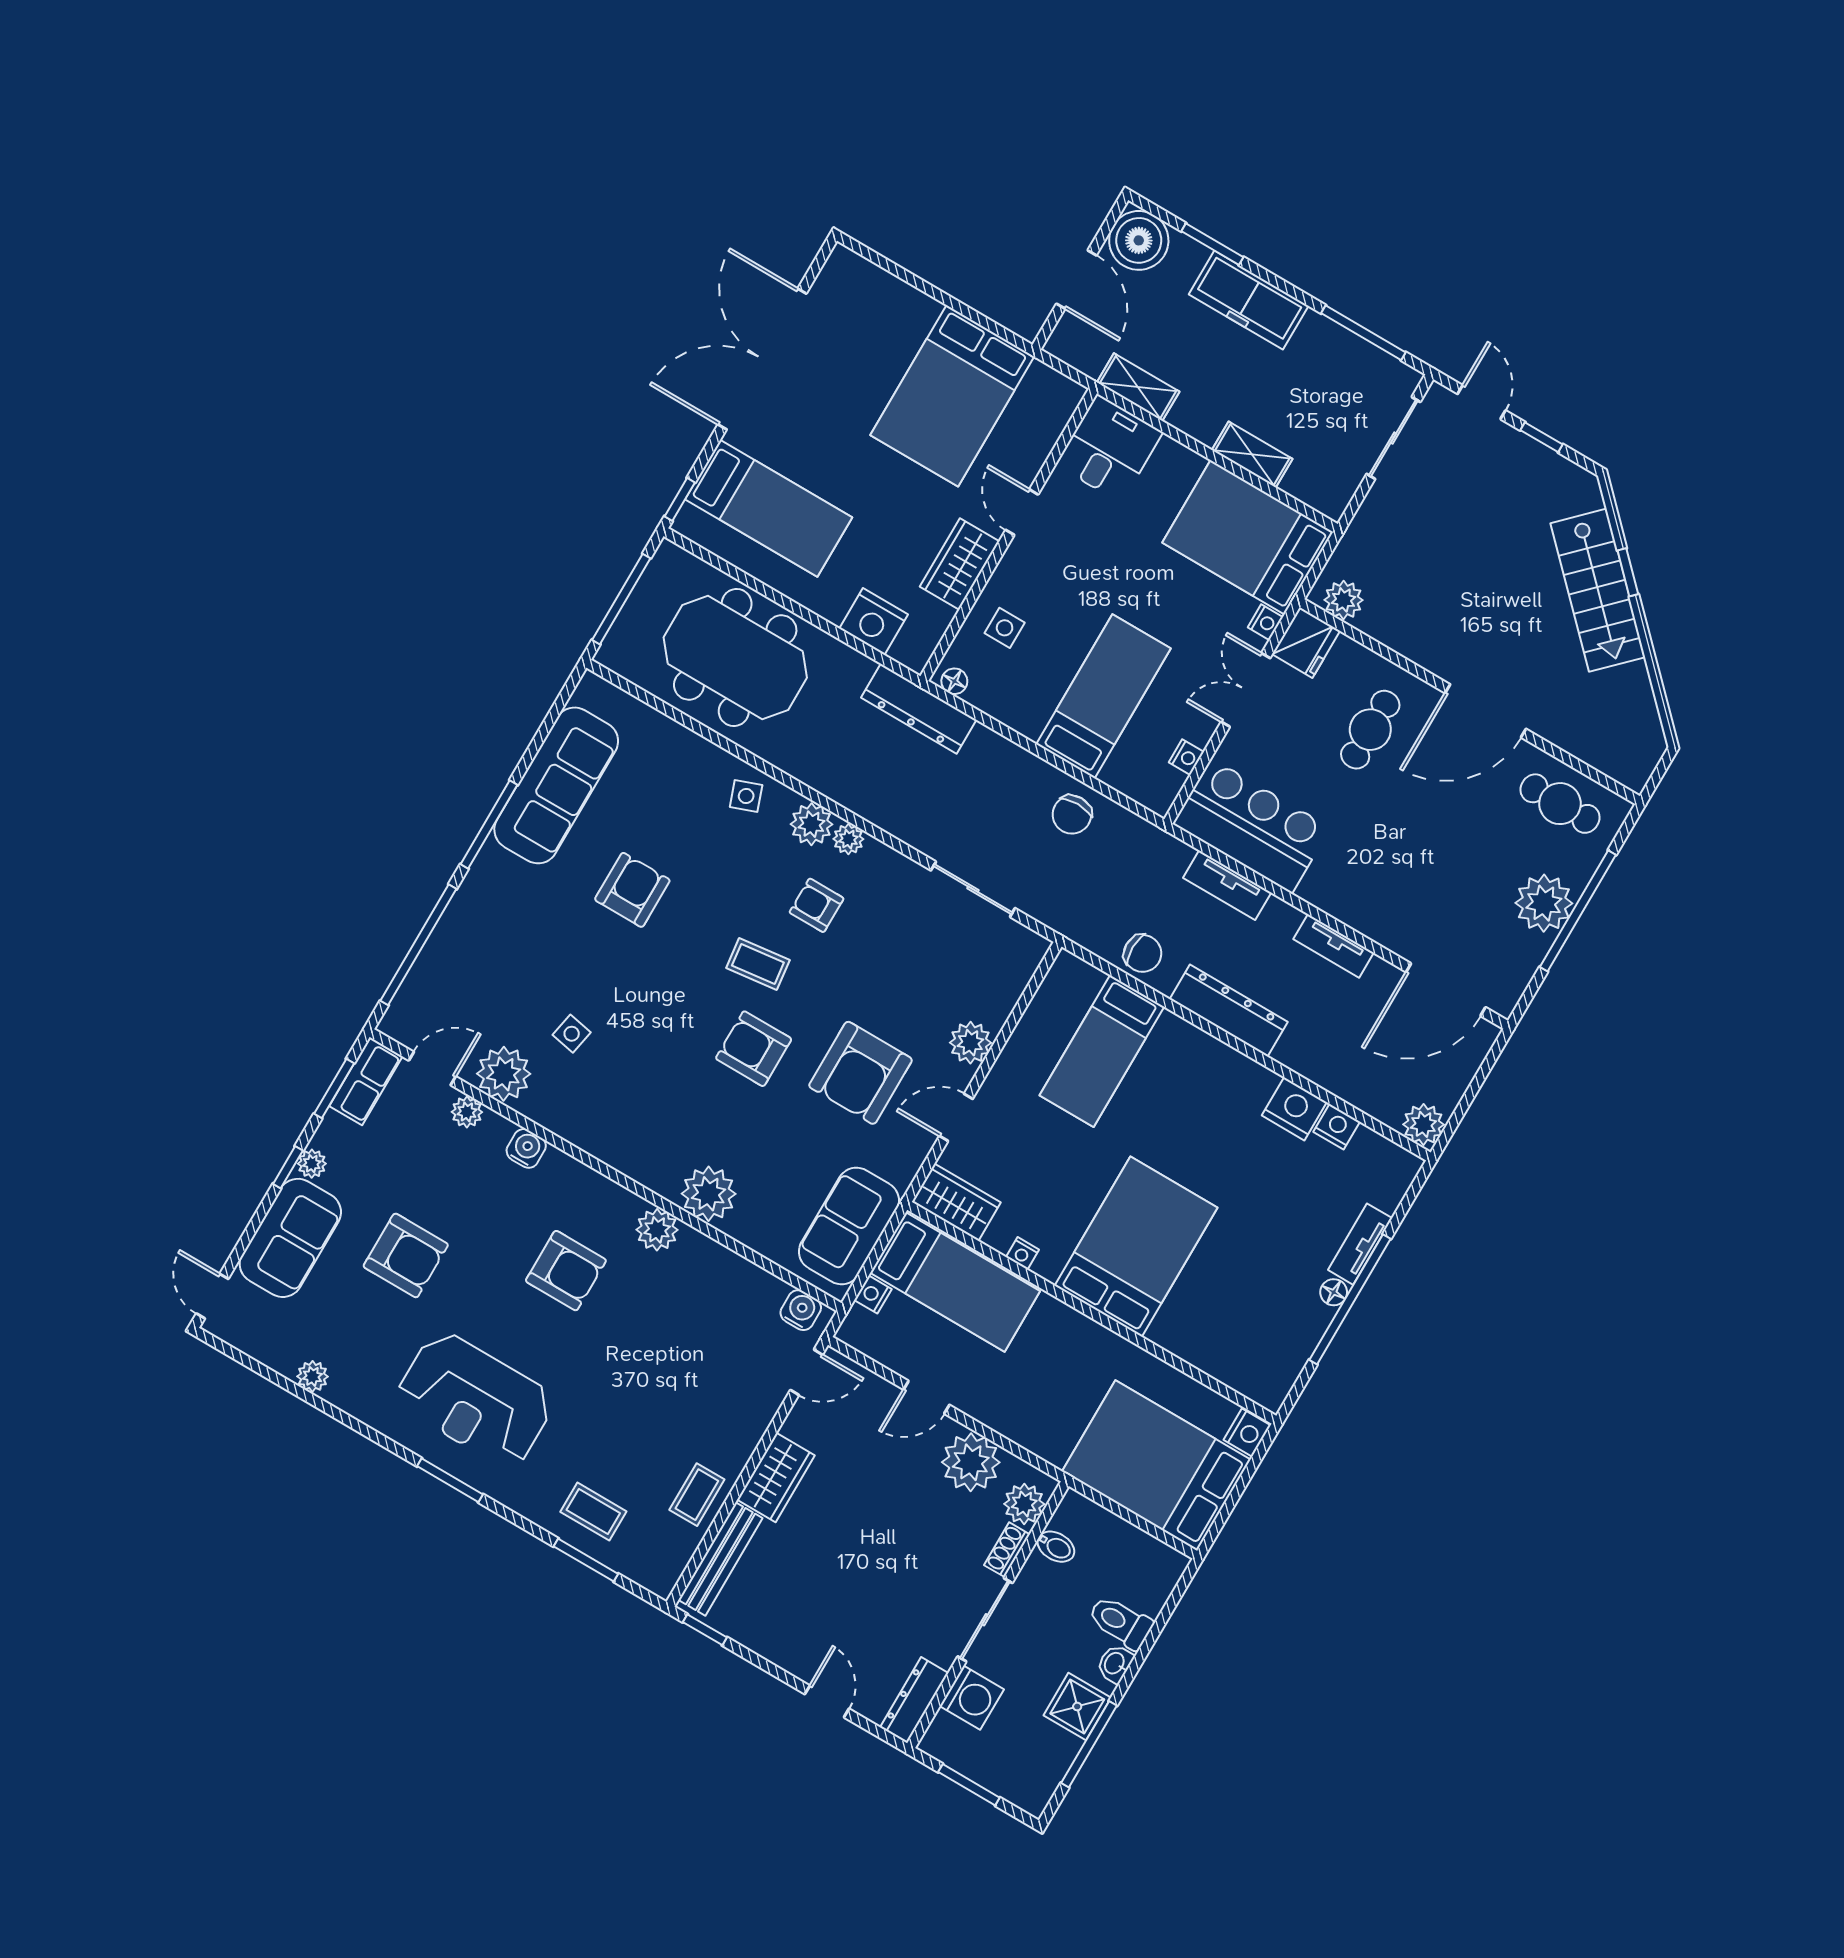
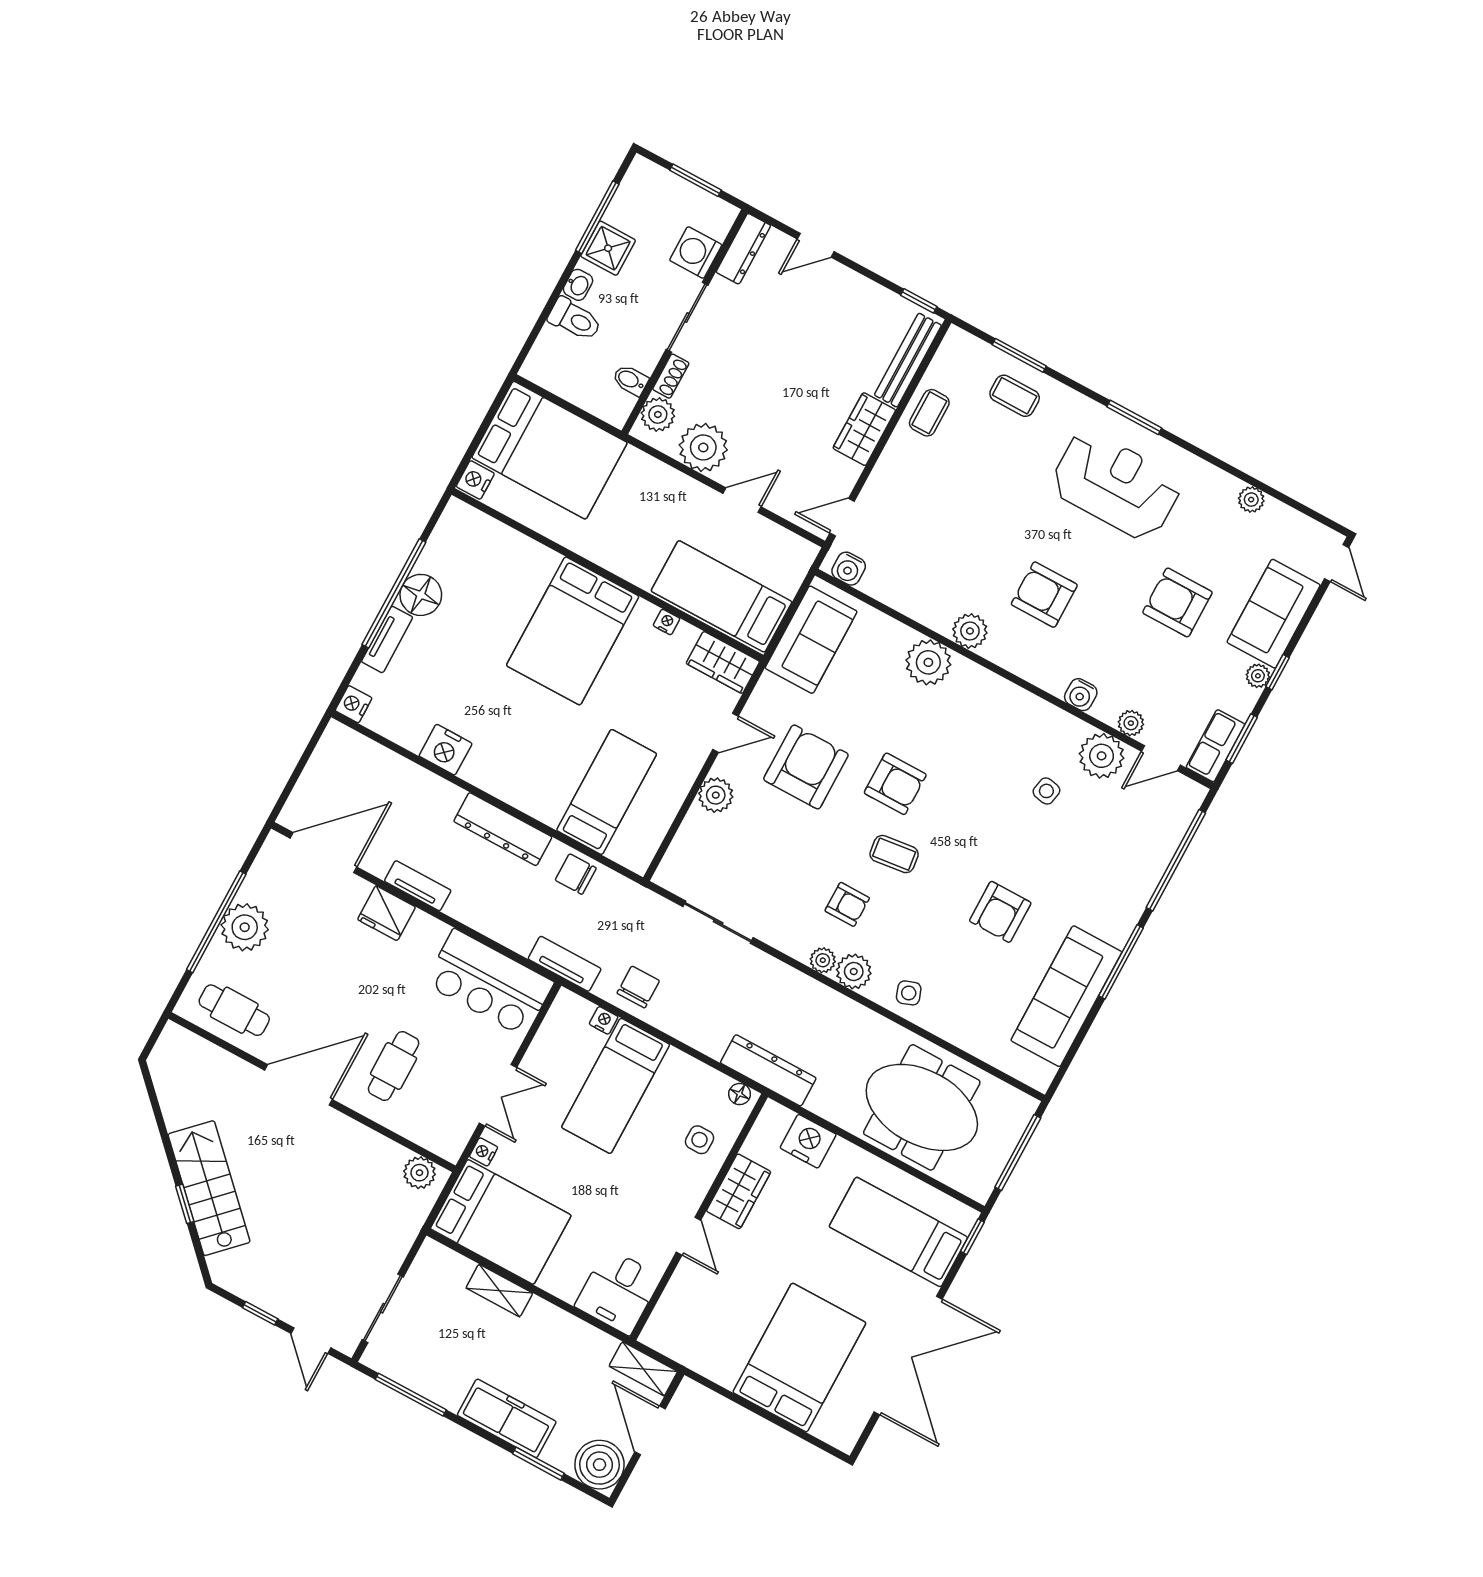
shelving: (1138, 387) -> (643, 1369), moved
bed: (952, 396) -> (799, 1358), moved
fridge: (1306, 642) -> (386, 913), moved, turned -90
nightstand: (1186, 757) -> (604, 1020), moved, turned 90
tv unit: (1227, 885) -> (565, 964), moved
plant: (1423, 1124) -> (338, 740), removed
nightstand: (1337, 1127) -> (354, 704), moved, turned 90
floor lamp: (1334, 1292) -> (421, 595), width x1.89, depth x1.89
nightstand: (873, 1295) -> (789, 584), removed
door: (827, 1701) -> (816, 245), hinge flipped

